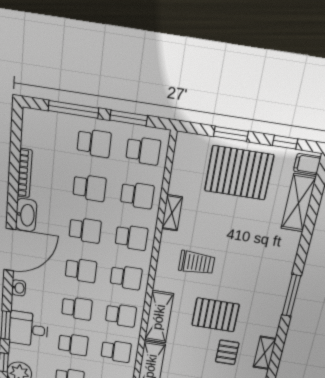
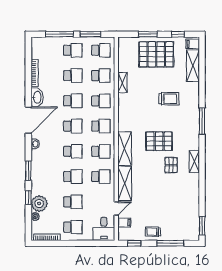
trolley: (197, 263) -> (169, 99), moved
desk: (29, 329) -> (43, 171), removed

